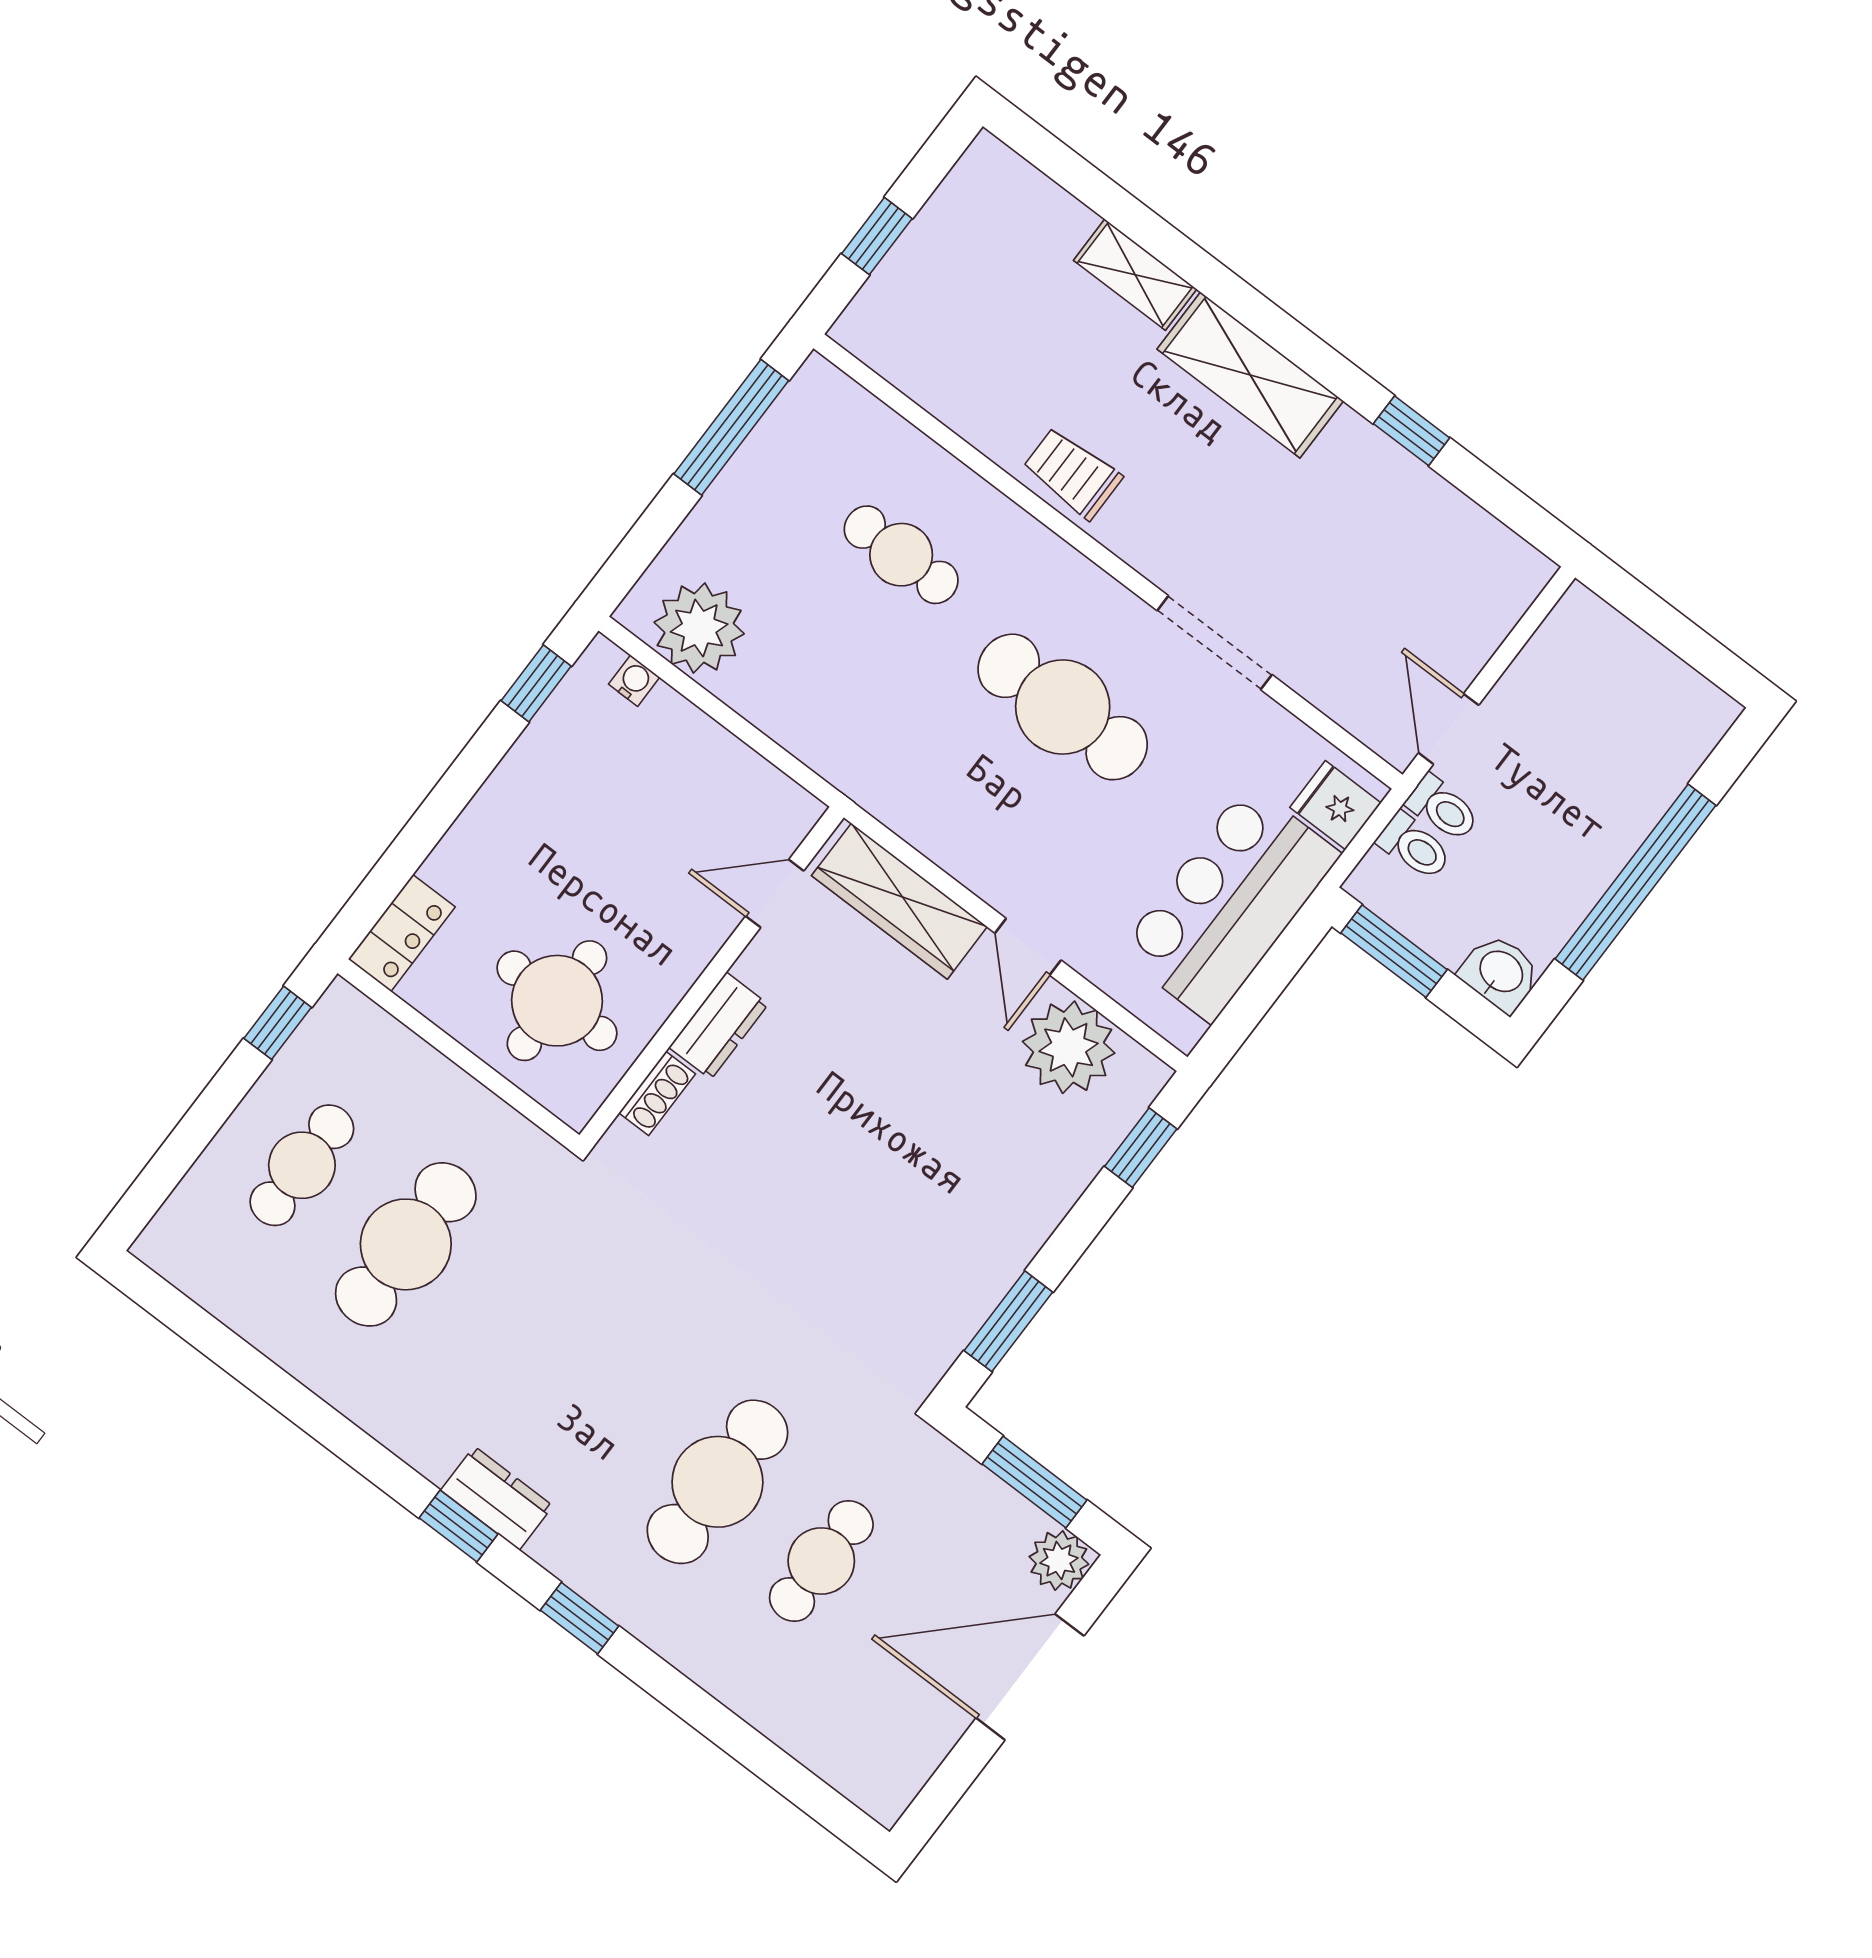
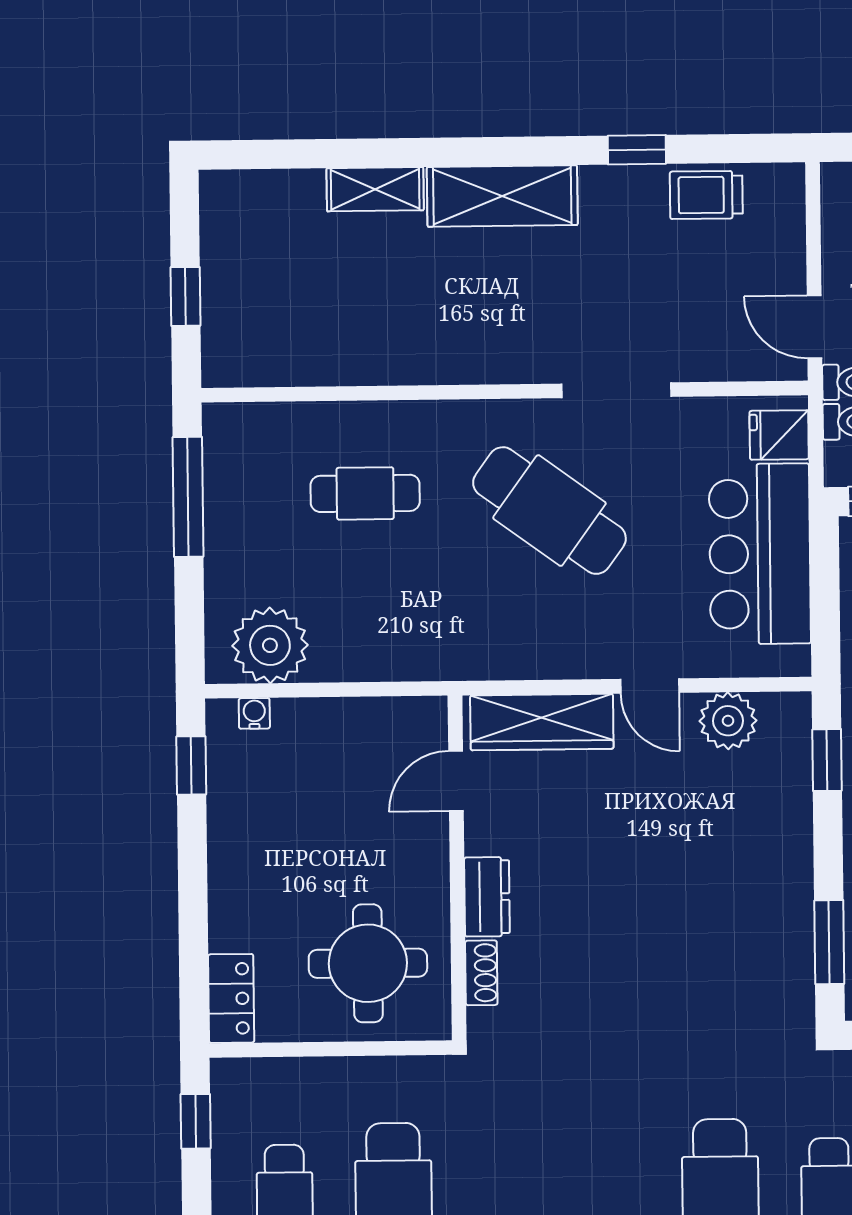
trolley: (1072, 473) -> (706, 195), moved
cafe table: (1063, 707) -> (549, 511), turned 36
plant: (1069, 1047) -> (728, 721), width x0.73, depth x0.73

